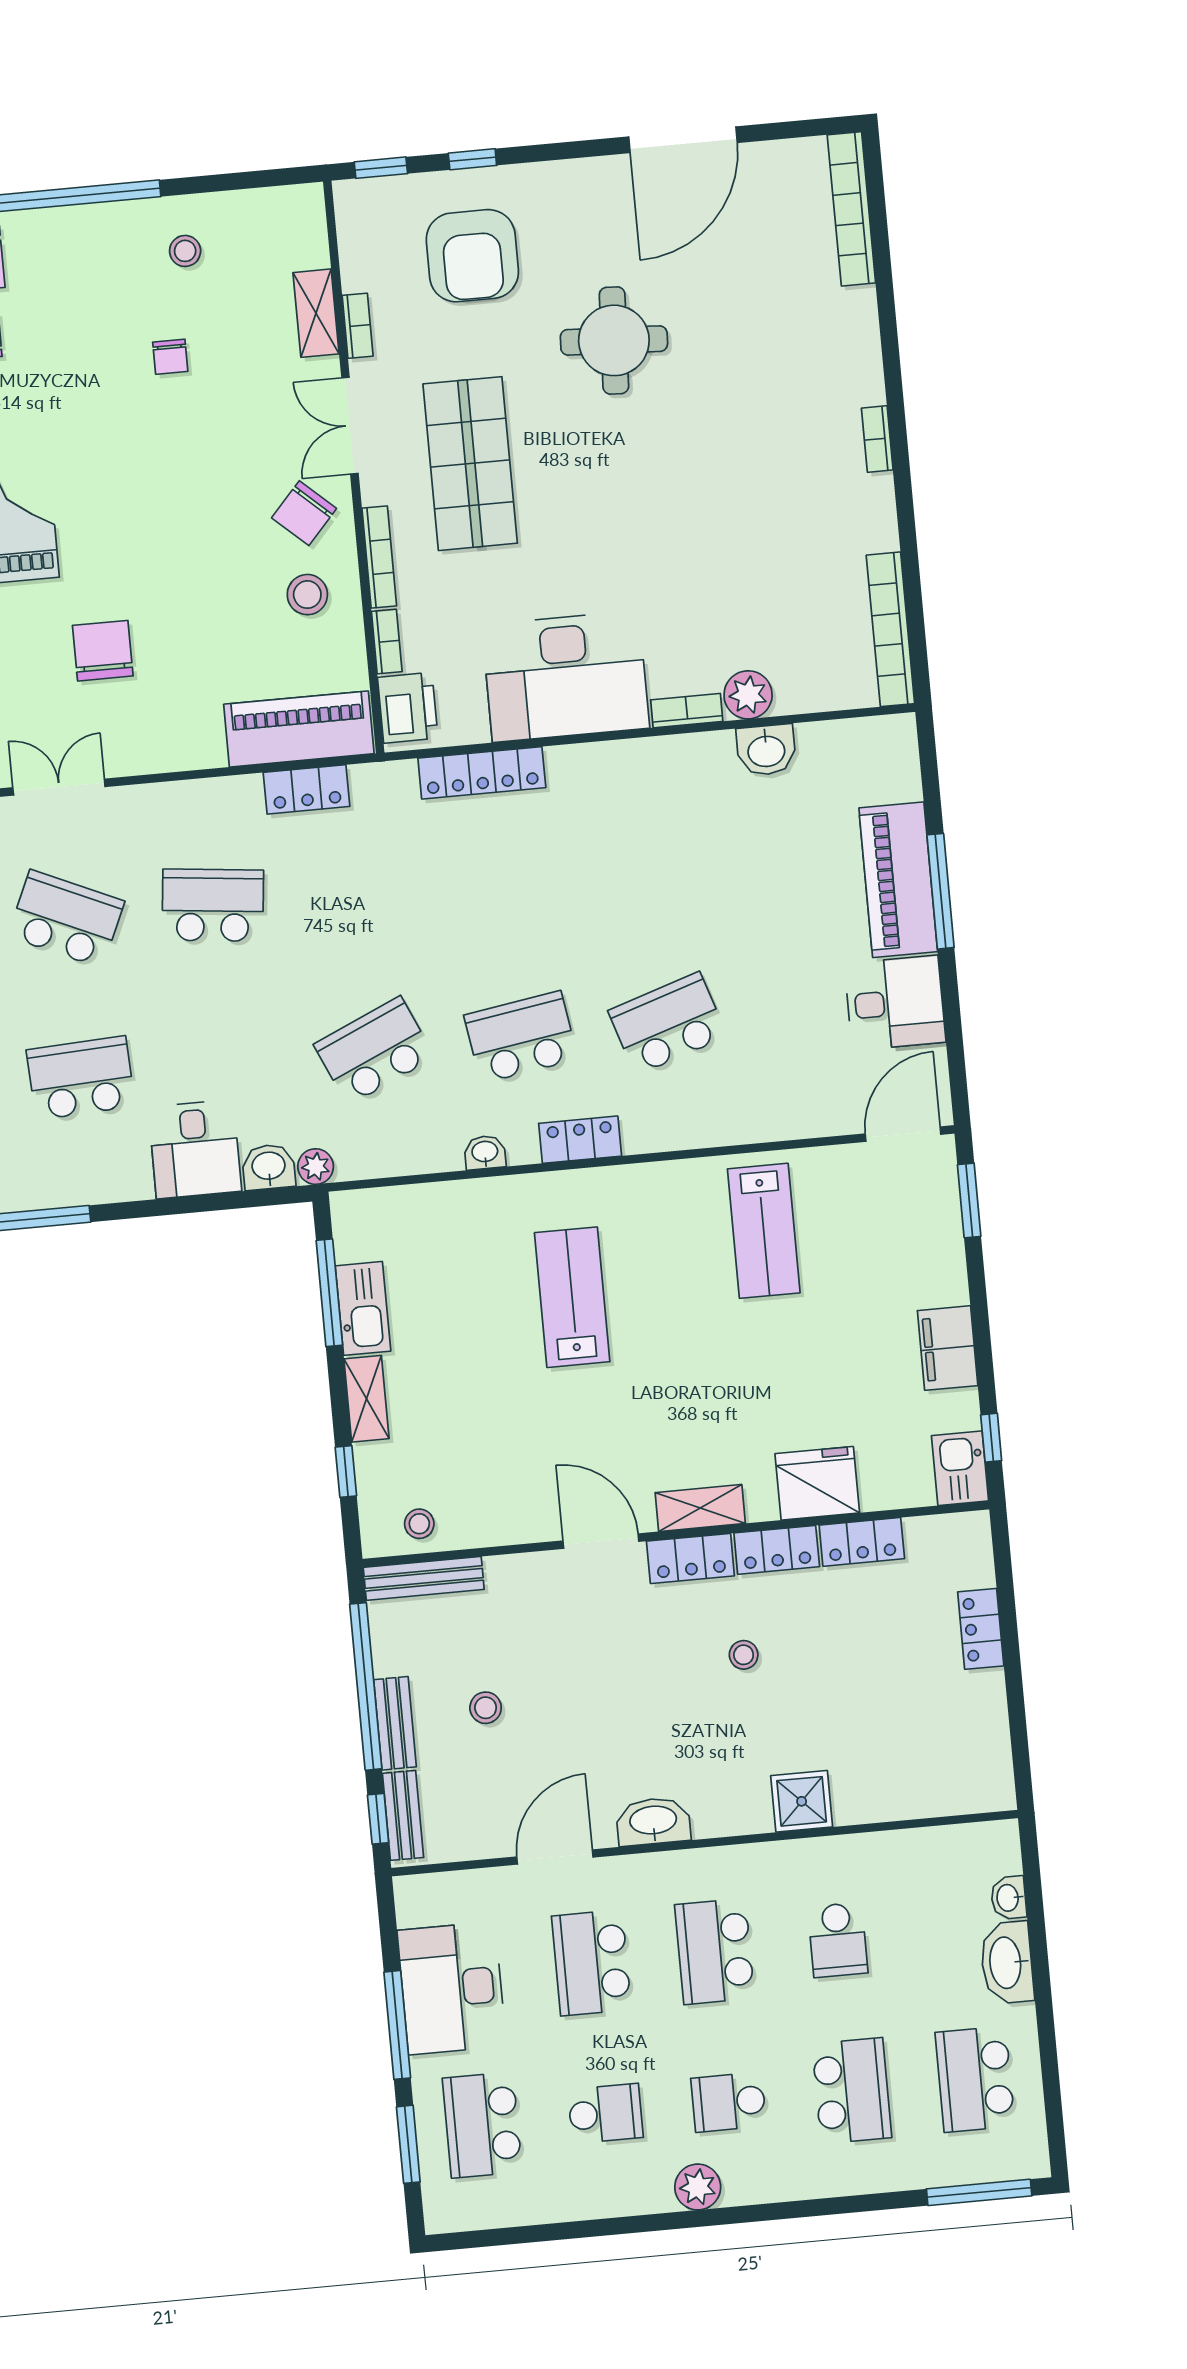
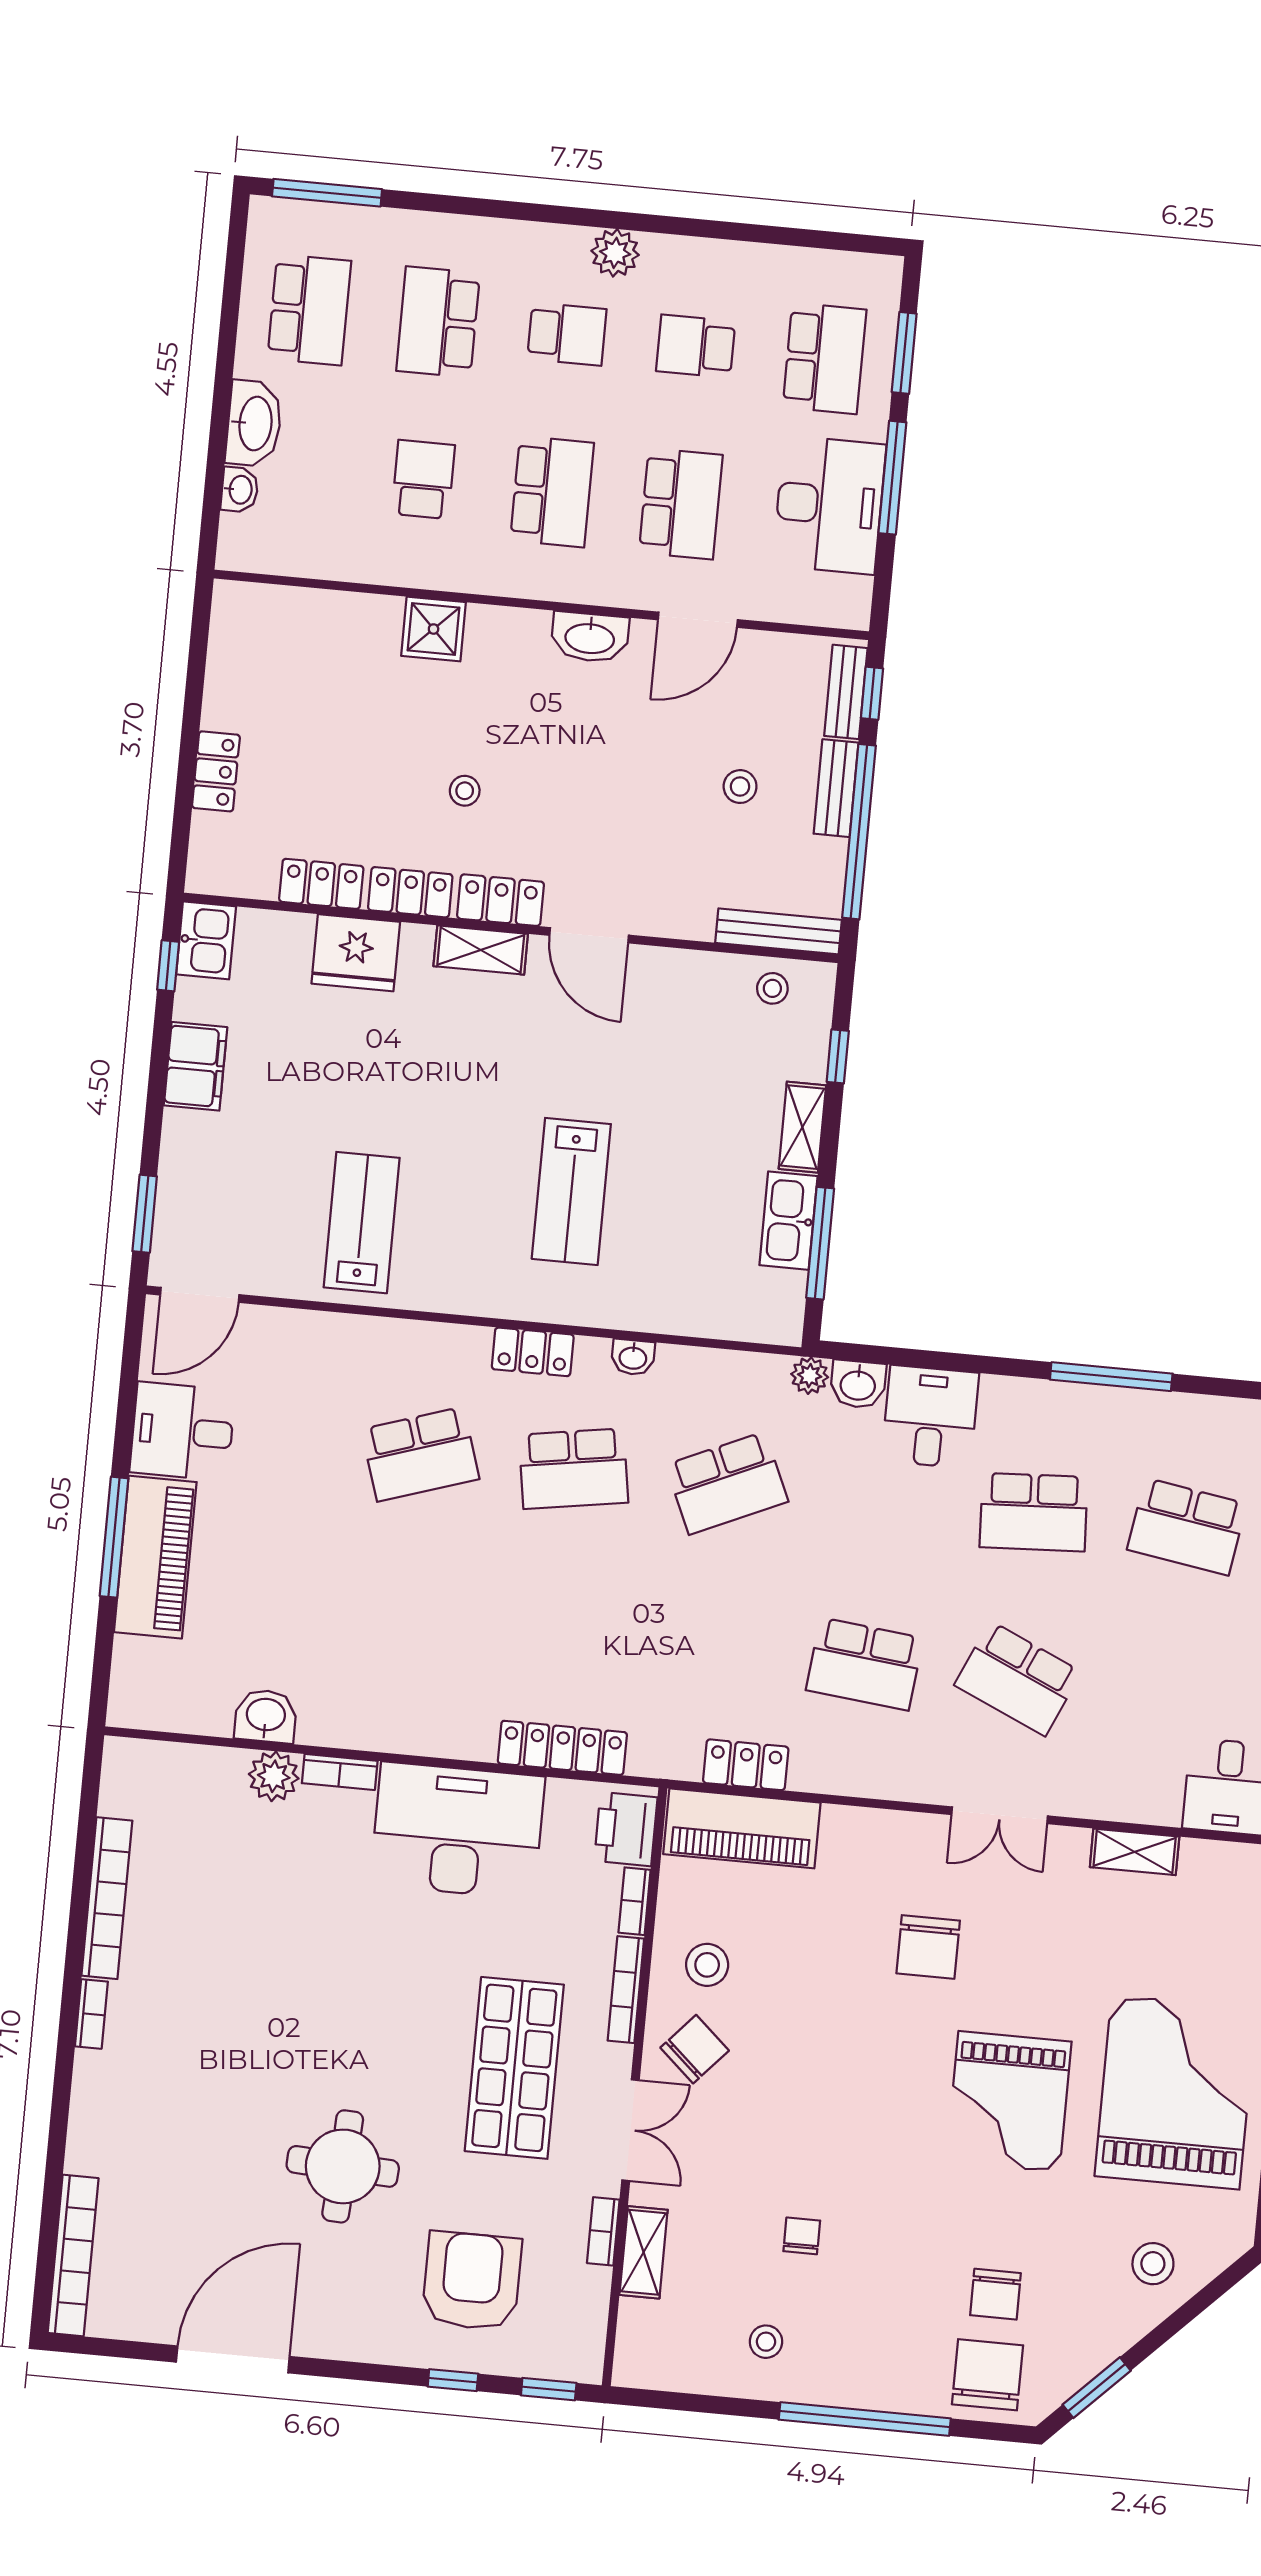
bookcase: (890, 629) -> (107, 1898), moved

